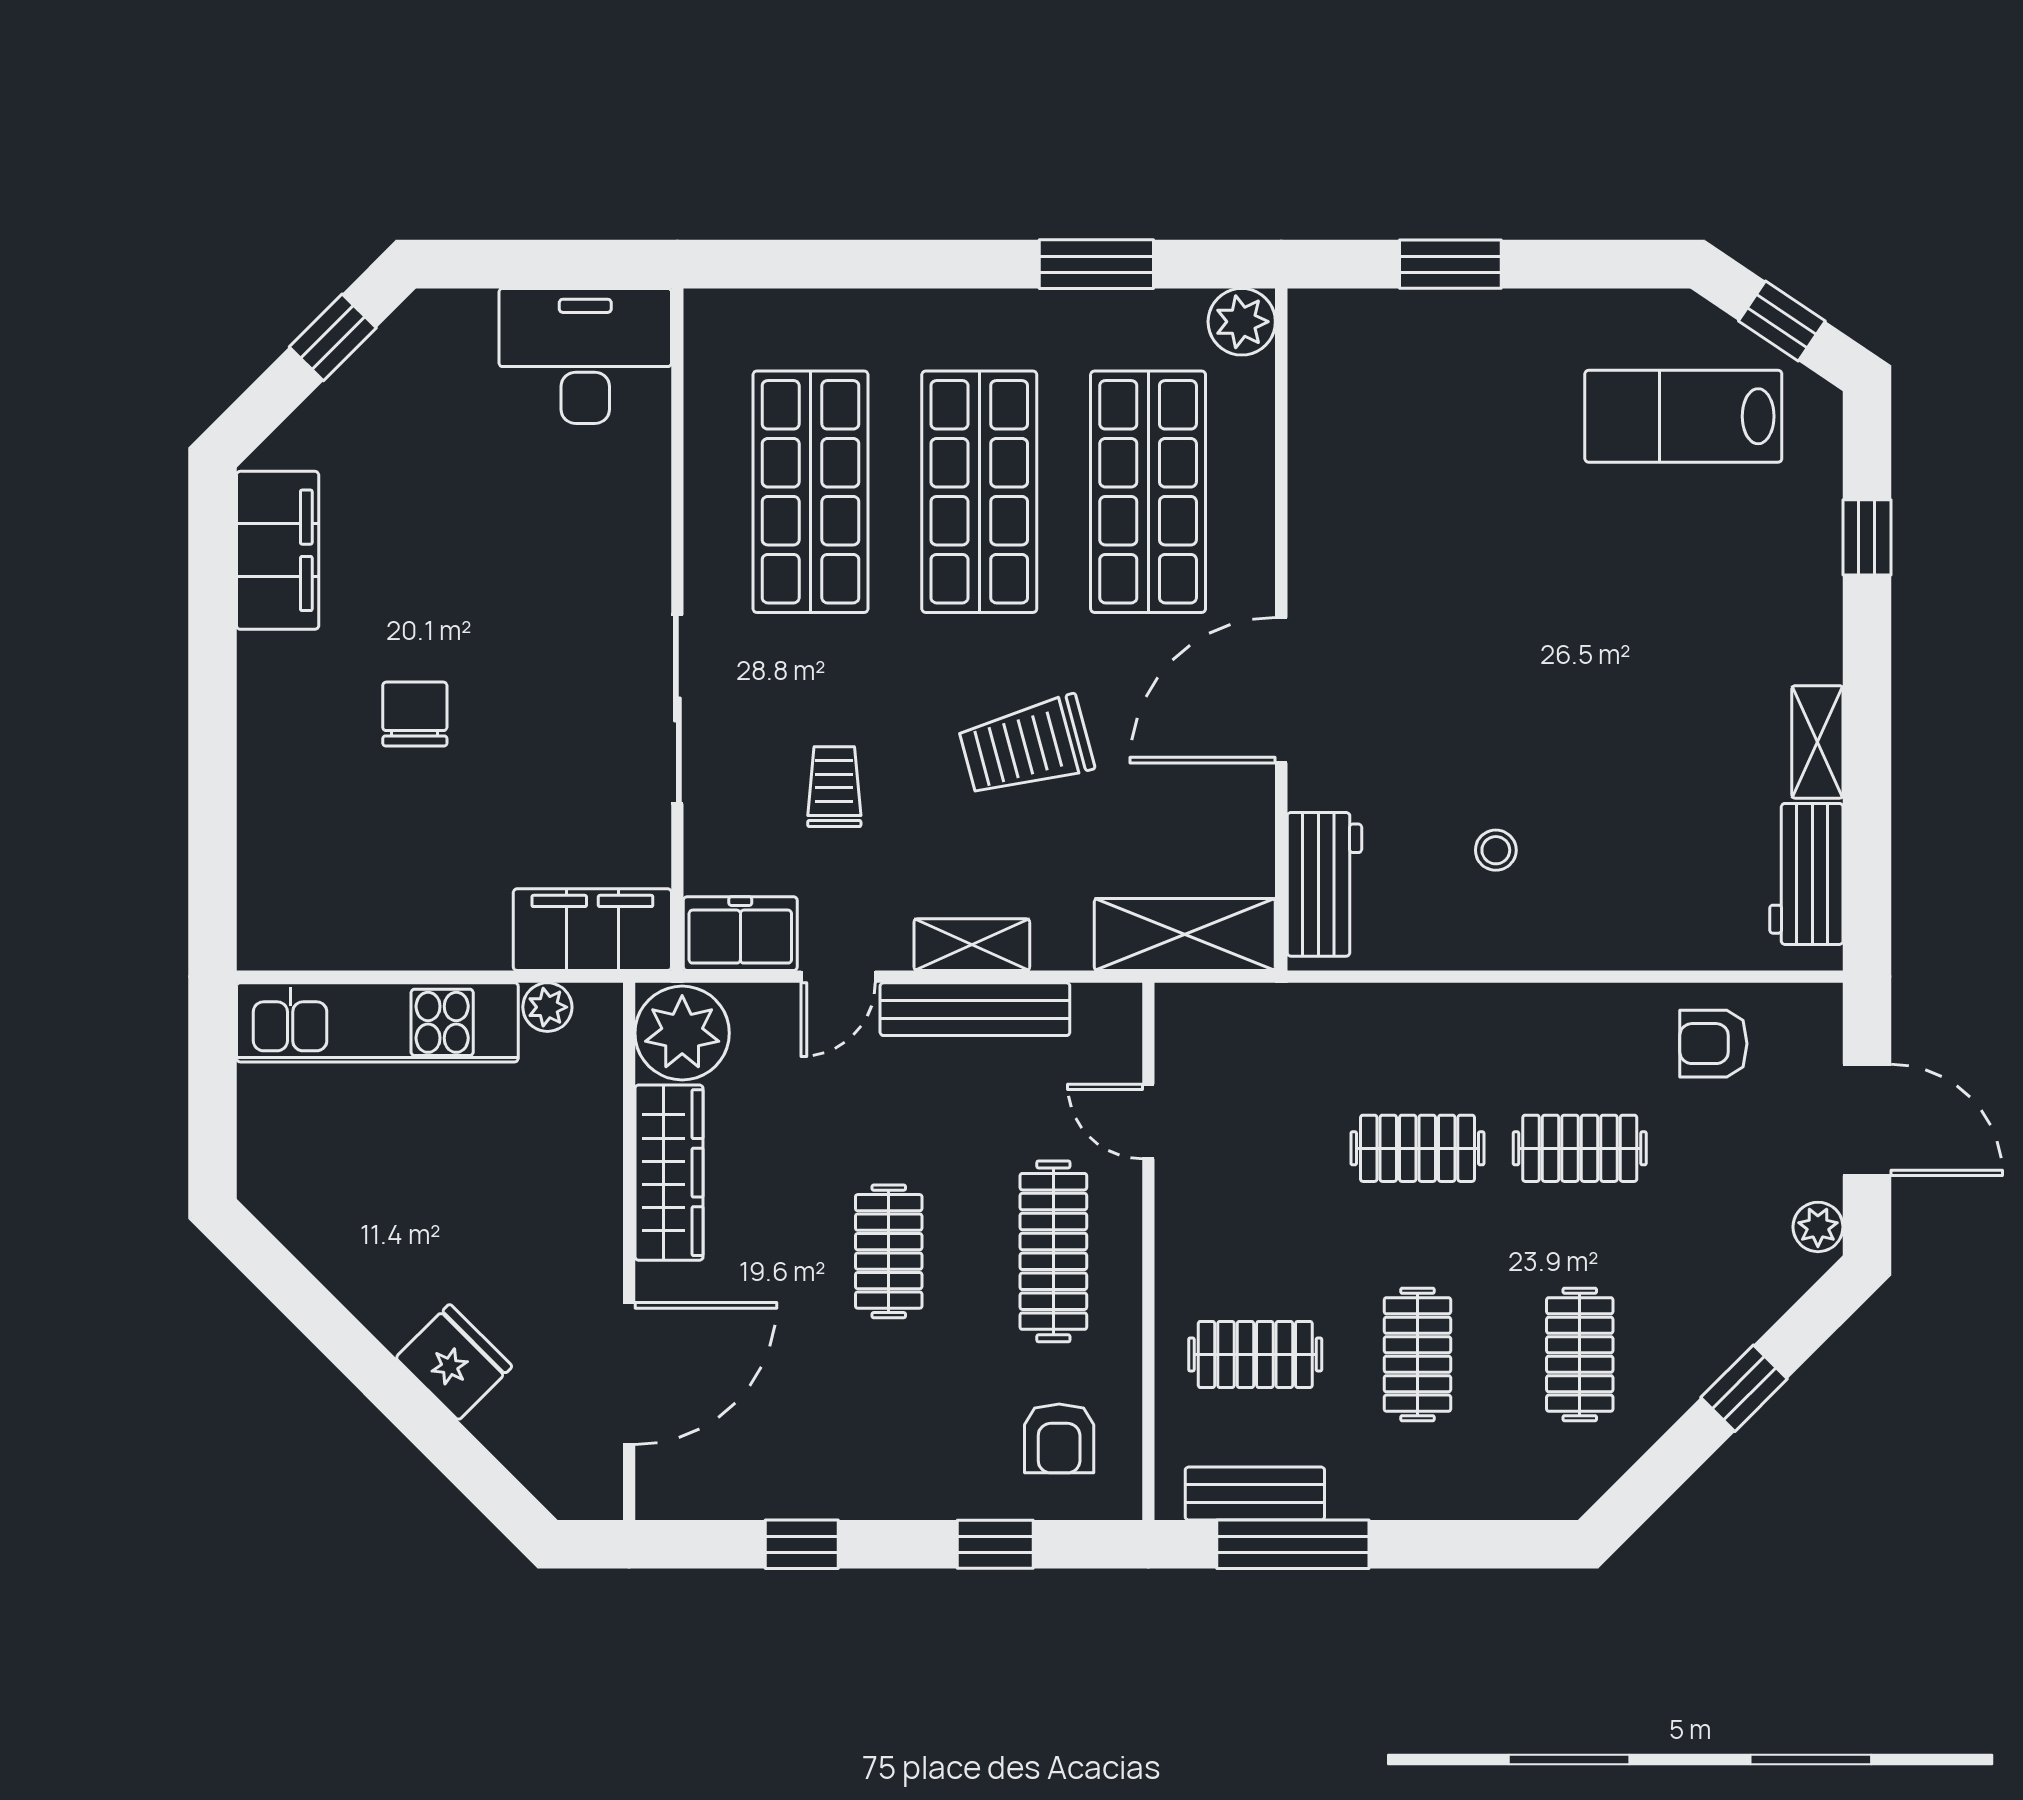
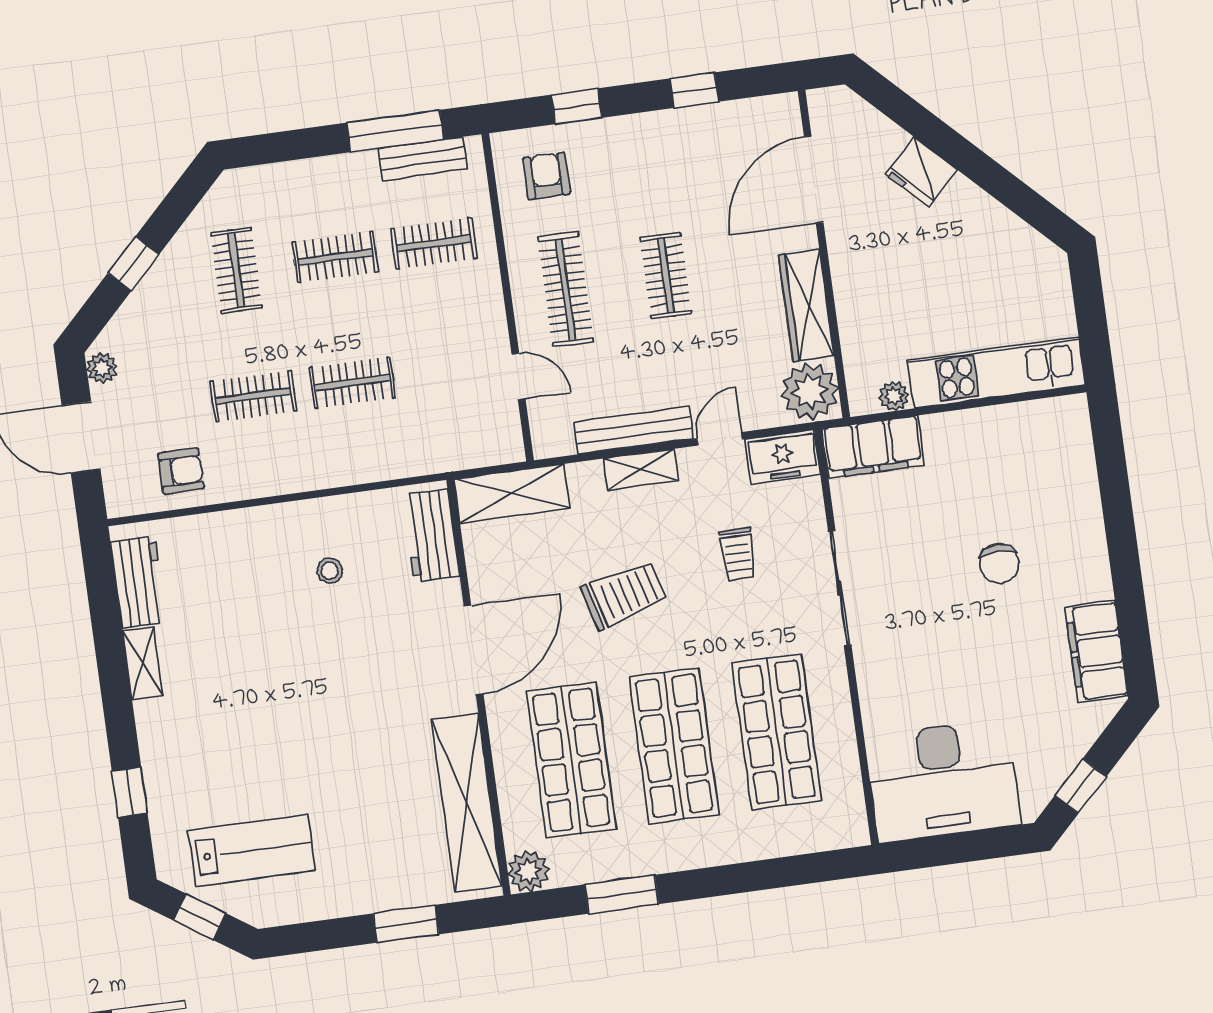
desk: (585, 356) -> (943, 781), width x1.36, depth x1.30
shelving: (1326, 446) -> (467, 803), added
clothes rail: (1417, 1354) -> (335, 257), turned 90

